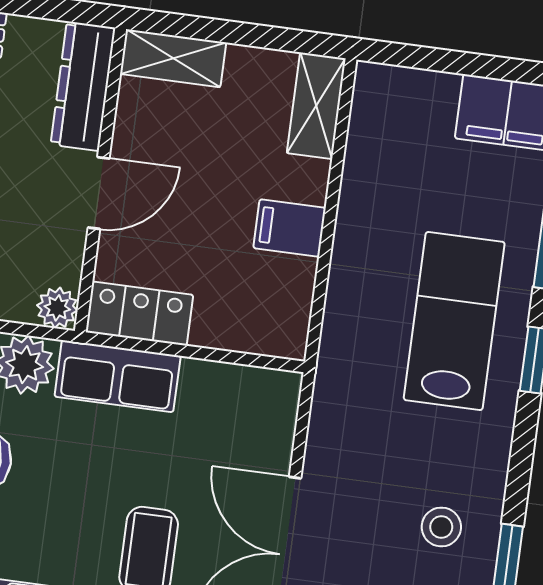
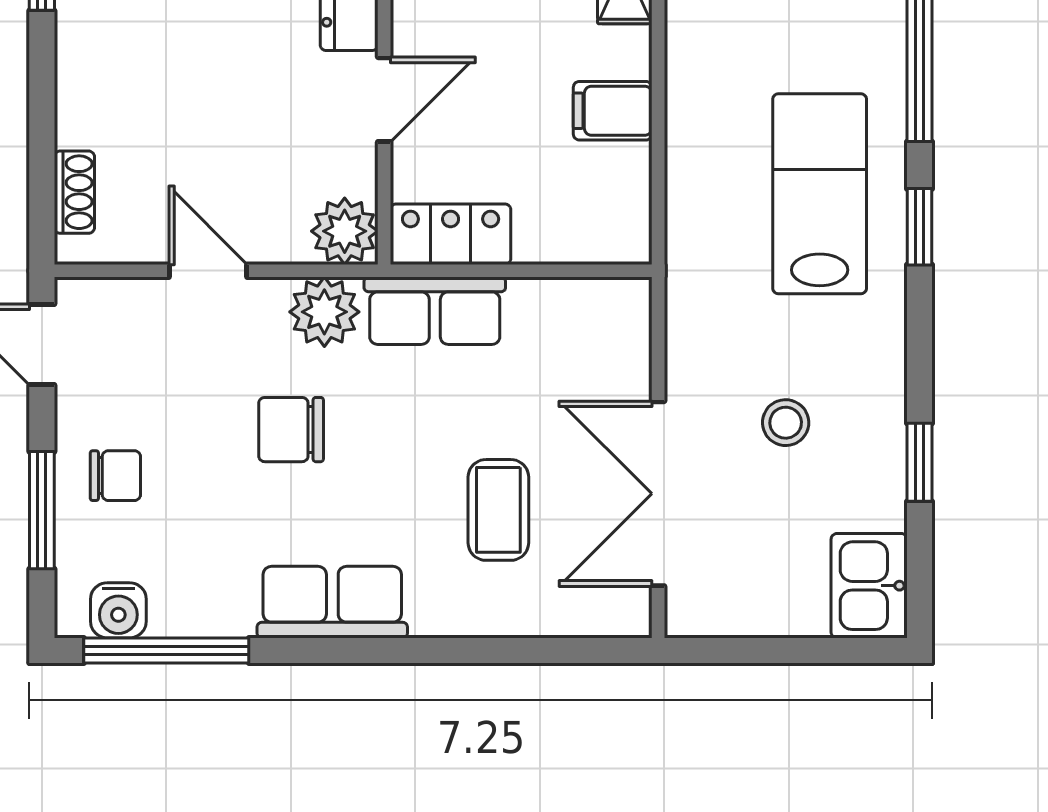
plant: (57, 308) -> (345, 231), width x1.38, depth x1.38
stool: (441, 527) -> (786, 423), moved

